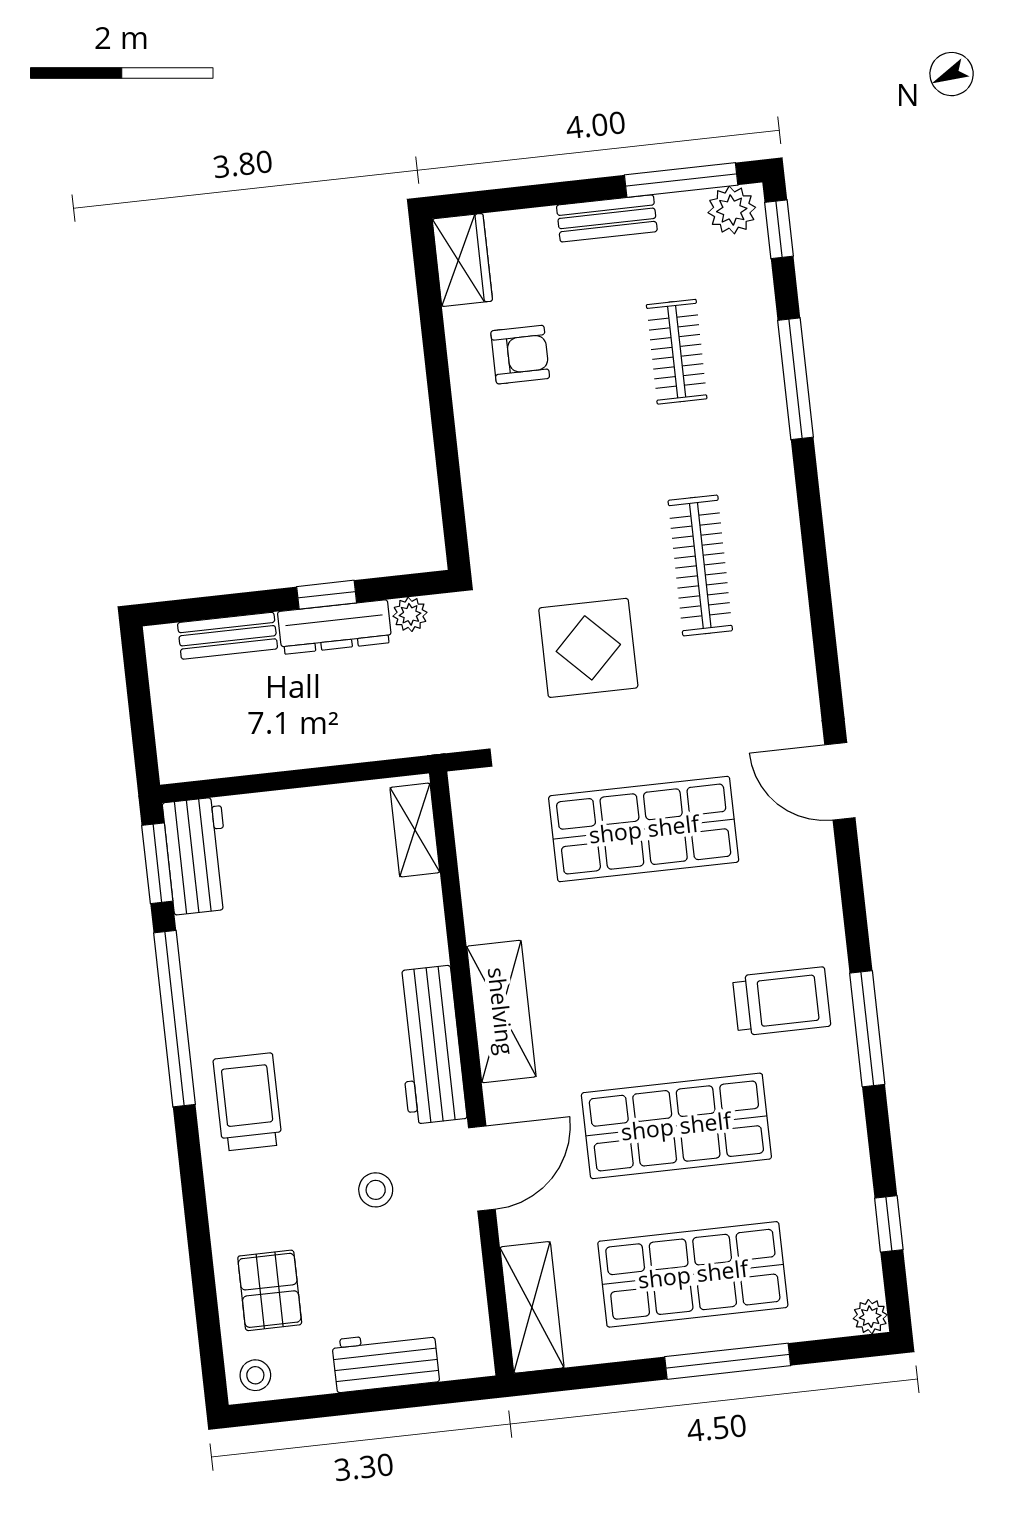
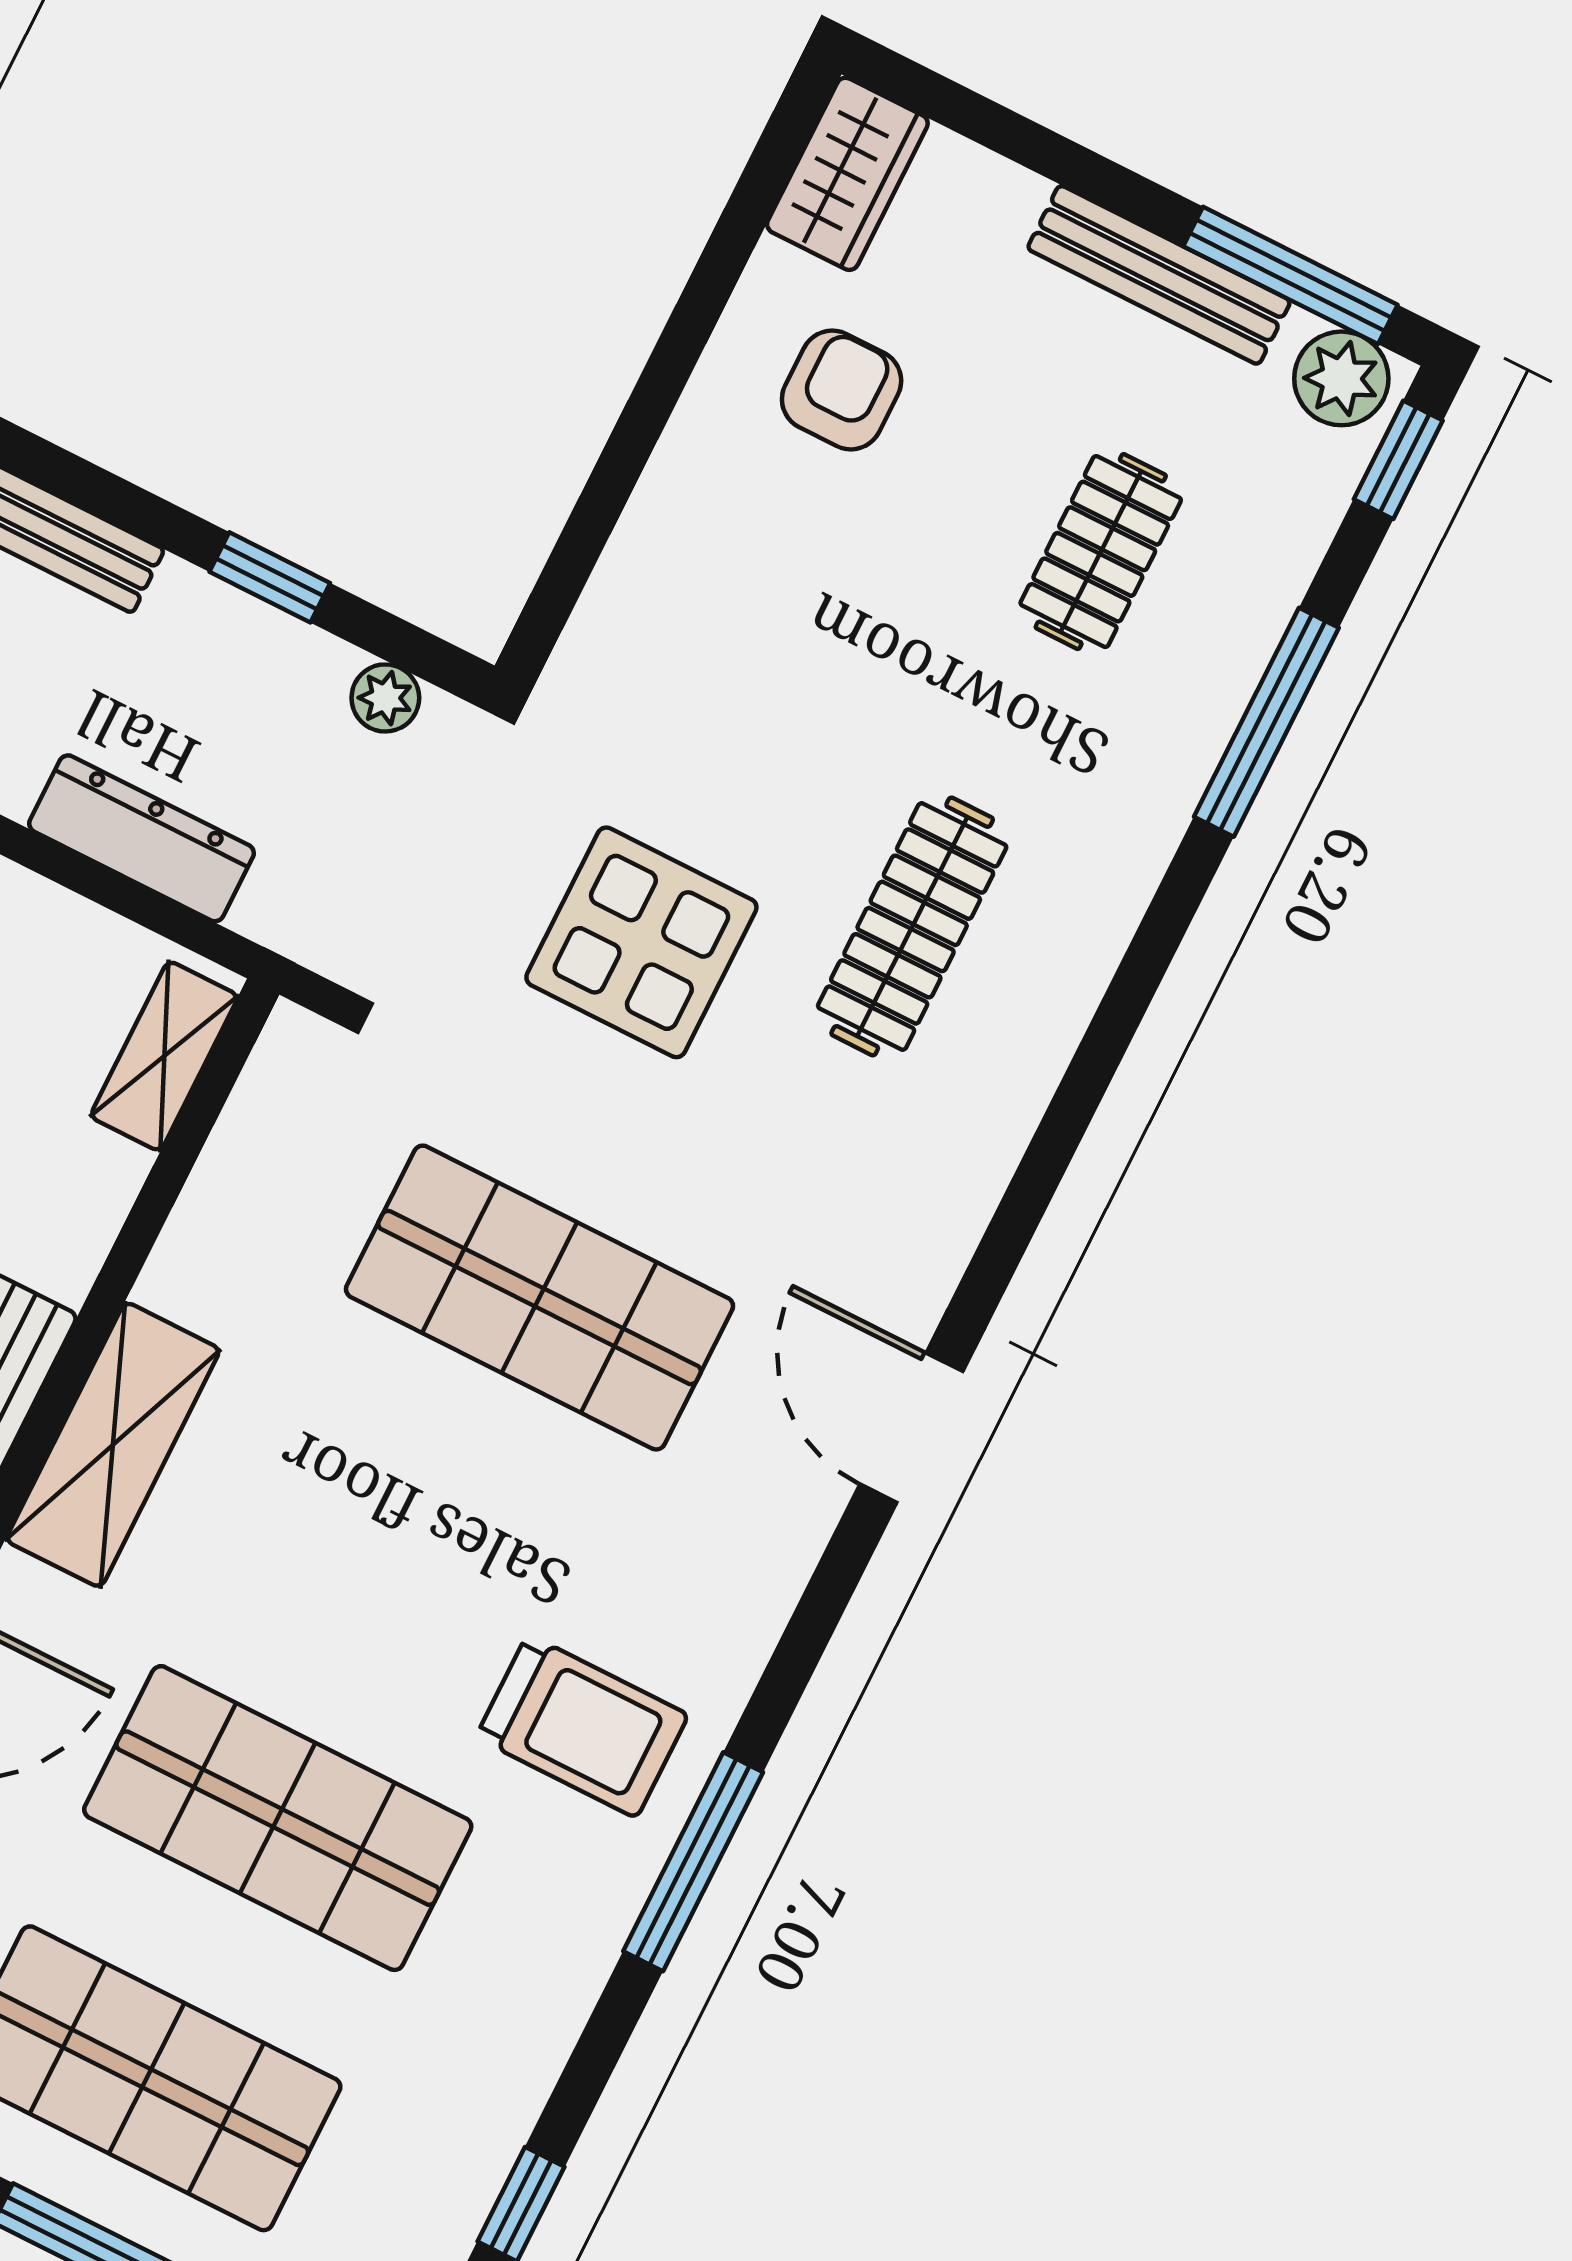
bench: (607, 218) -> (1159, 275), width x1.36
armchair: (520, 355) -> (842, 390), turned -90
dresser: (335, 627) -> (142, 838), moved, turned 180

